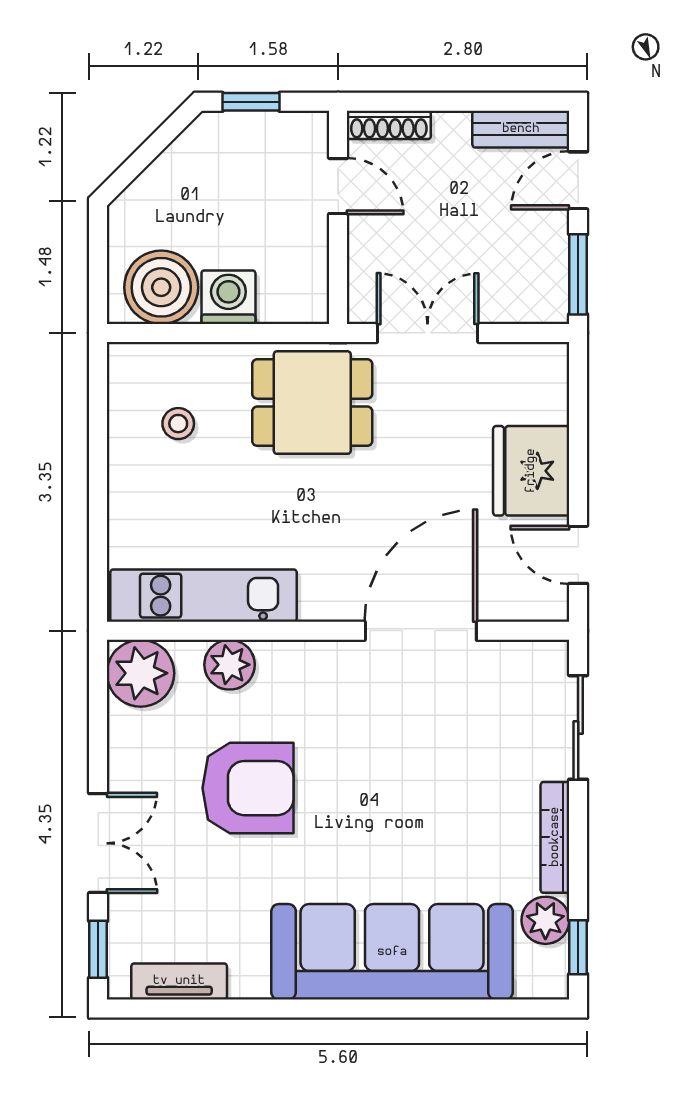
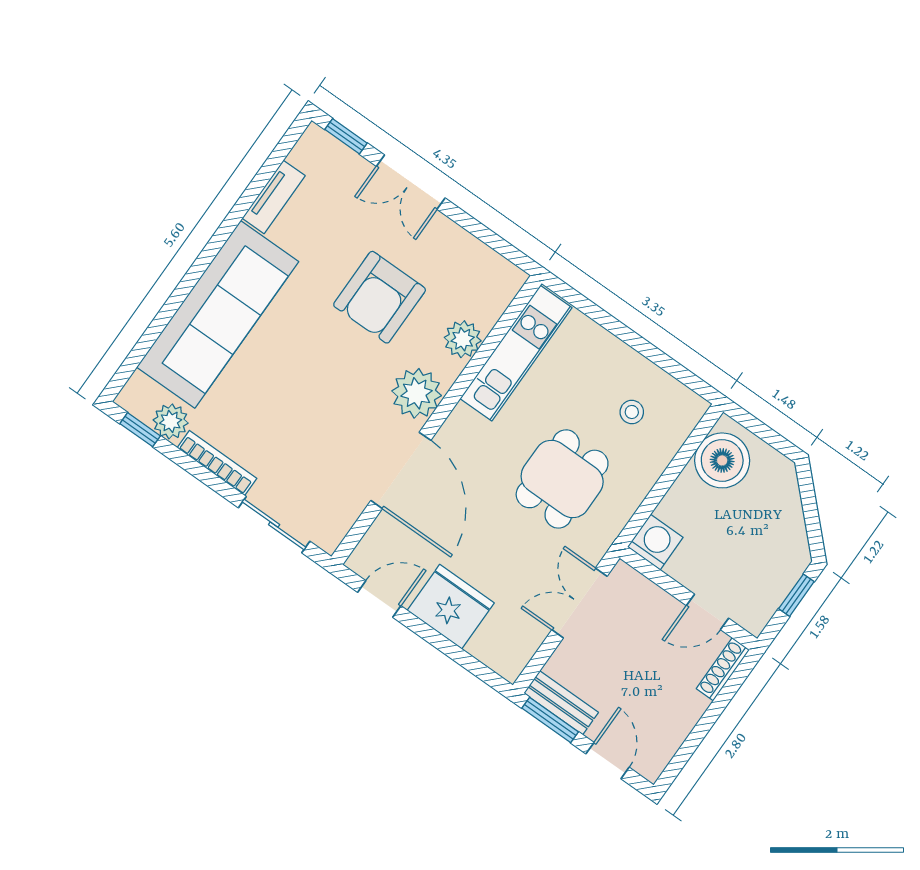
bench: (521, 129) -> (561, 703), moved, turned 90
washing machine: (228, 297) -> (655, 542), moved, turned -90
double door: (428, 333) -> (579, 603), swing flipped
dining table: (312, 403) -> (562, 479), moved
plant: (141, 673) -> (417, 393), moved
tv unit: (179, 981) -> (274, 197), moved

